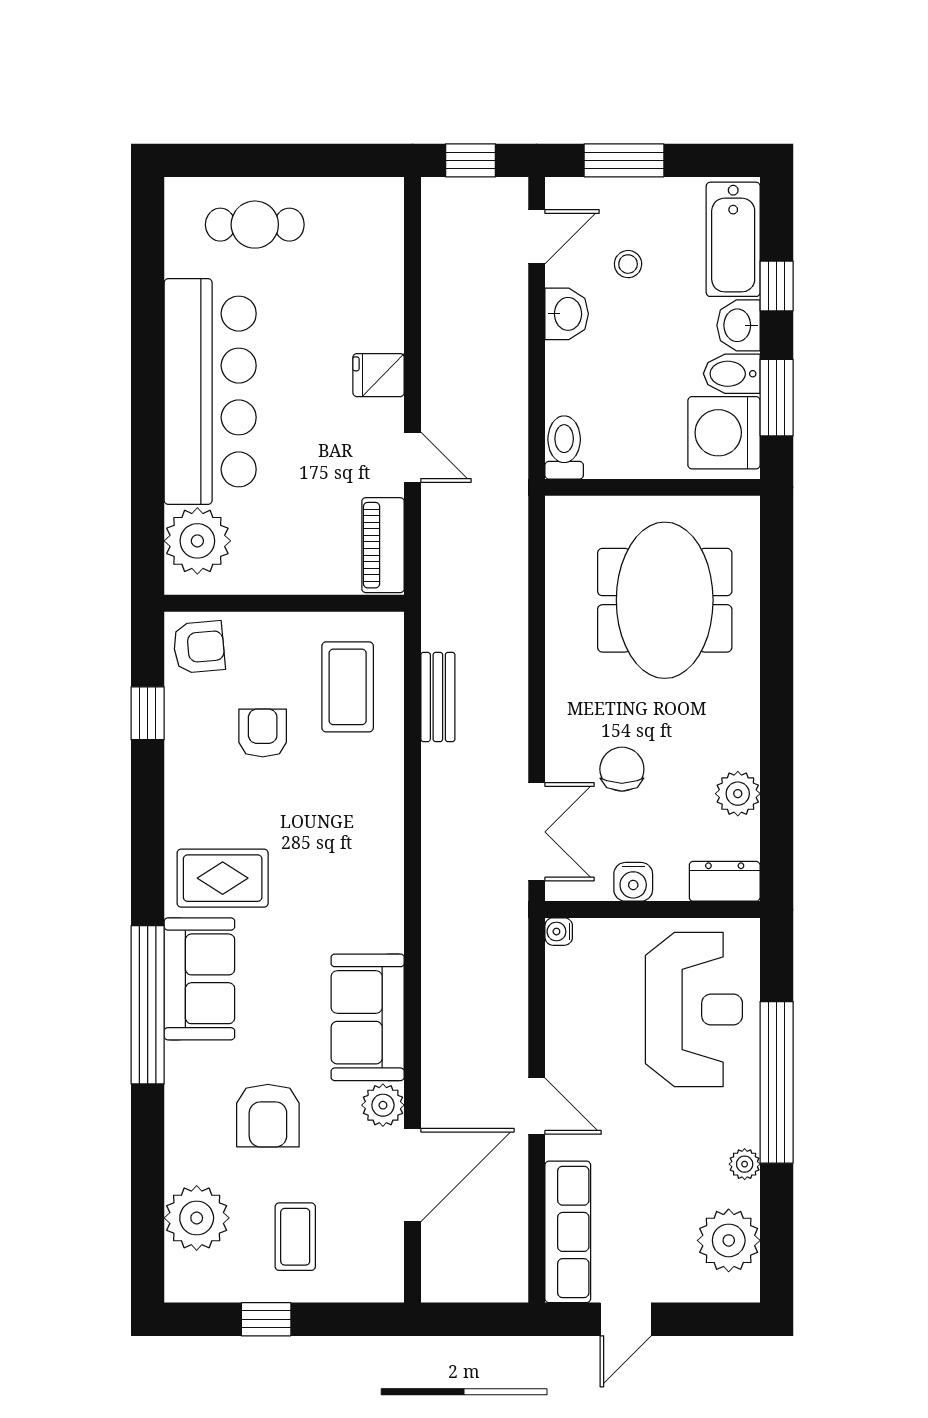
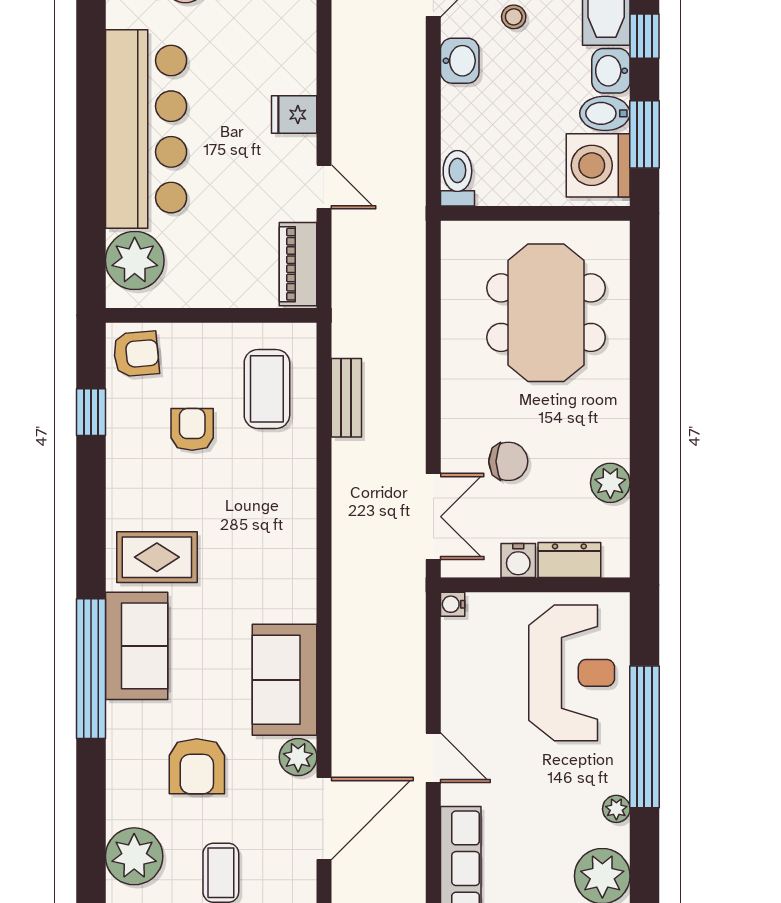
chair: (622, 769) -> (508, 461), turned 90
dresser: (725, 881) -> (569, 560), moved

